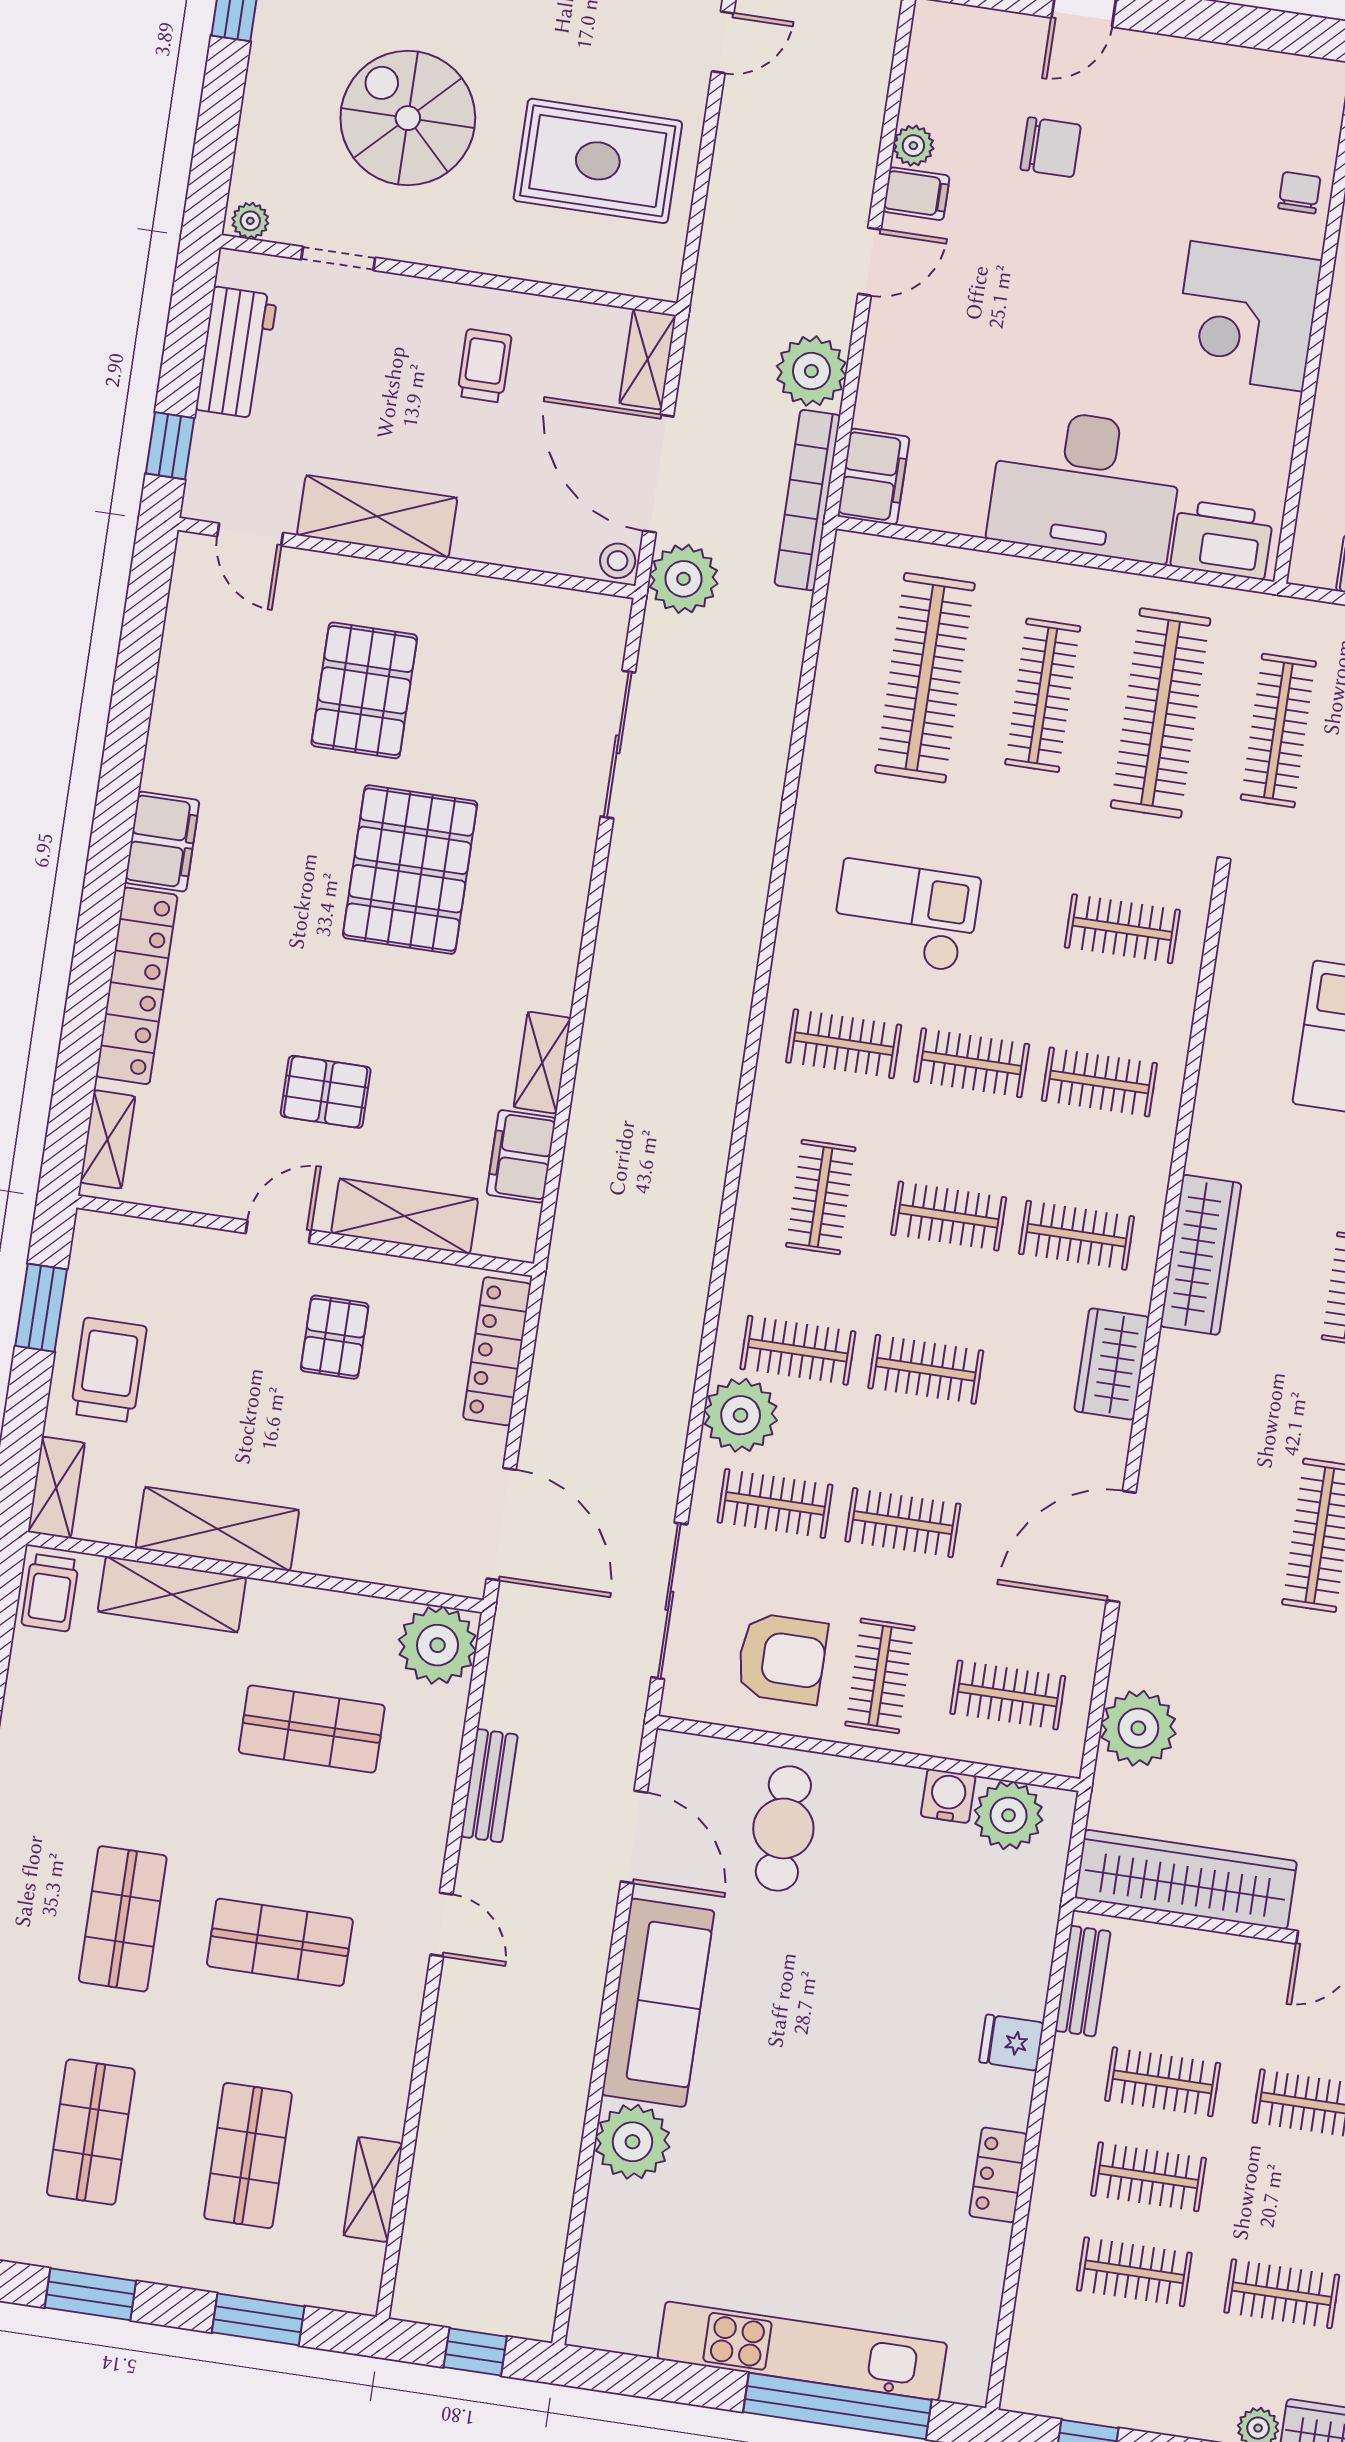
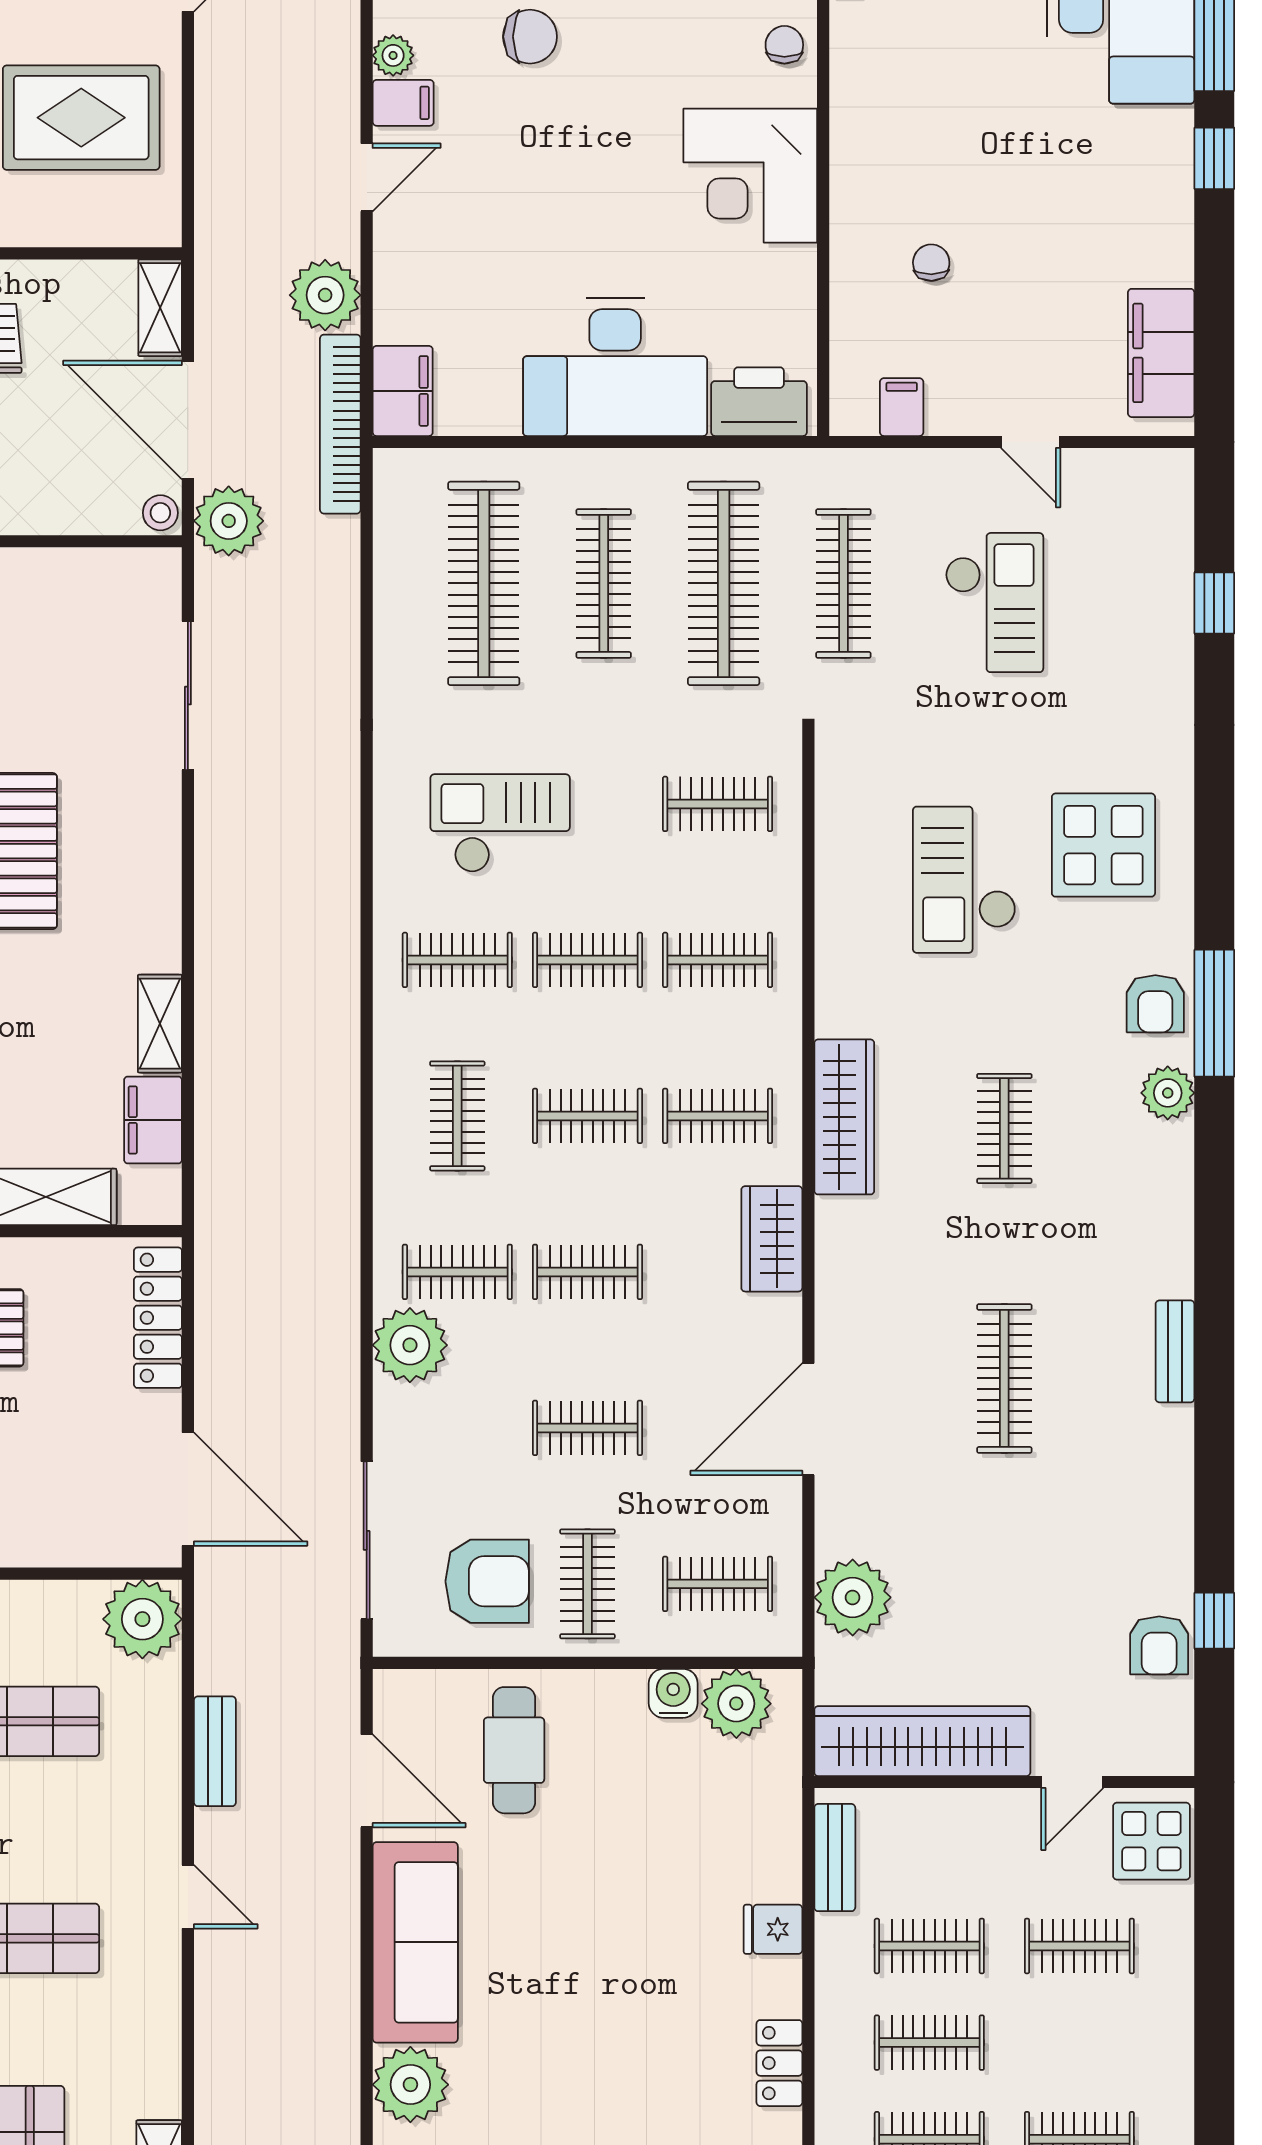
clothes rail: (775, 1504) -> (457, 1428), removed

